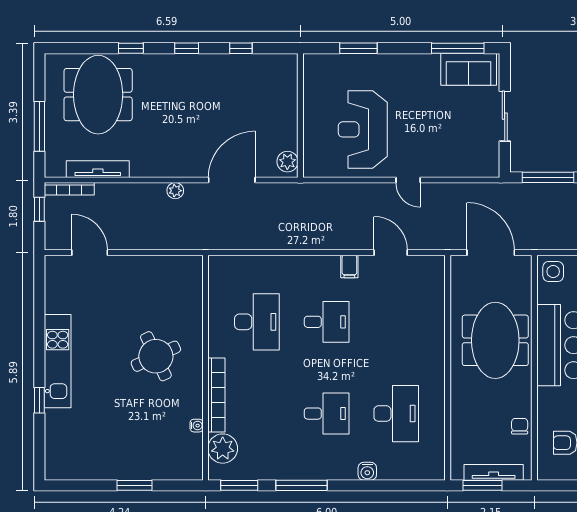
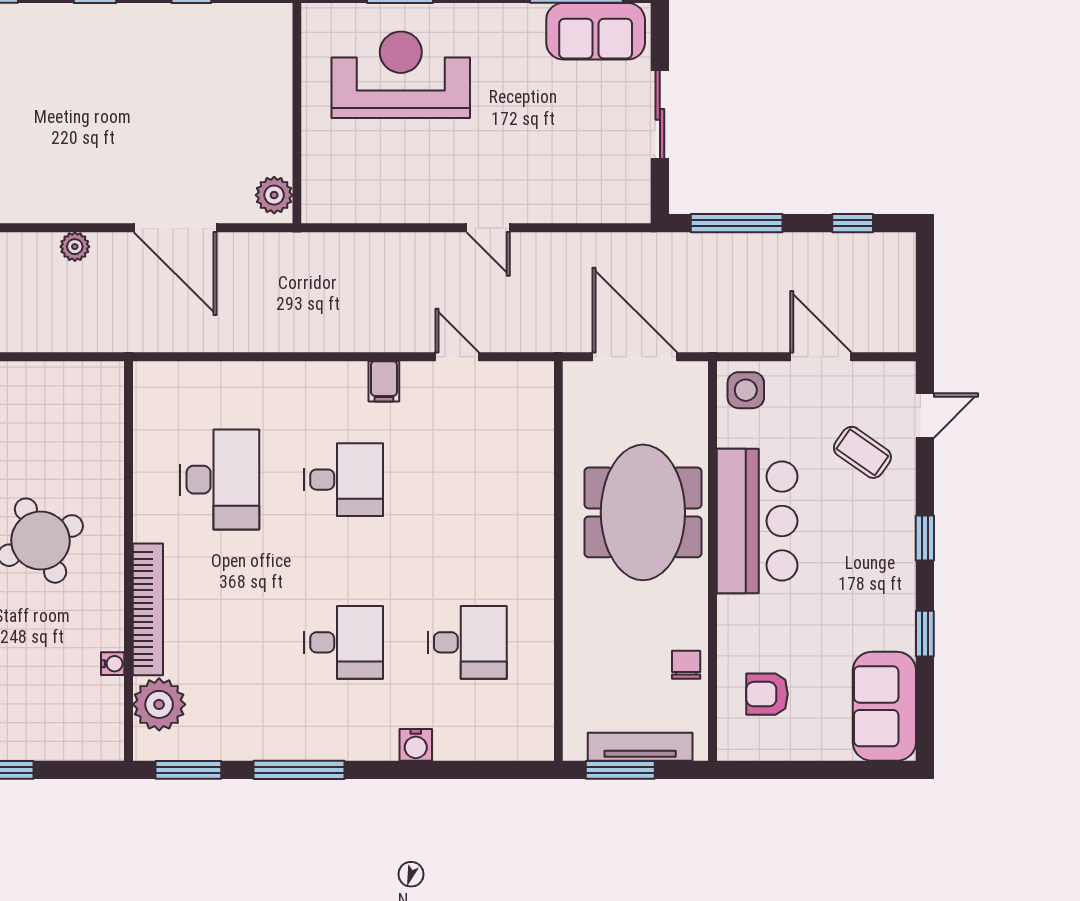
reception desk: (363, 129) -> (401, 75), moved, turned 90
door: (232, 180) -> (175, 228), swing flipped
door: (391, 253) -> (457, 357), width x0.73
desk: (396, 414) -> (467, 642), width x0.73

